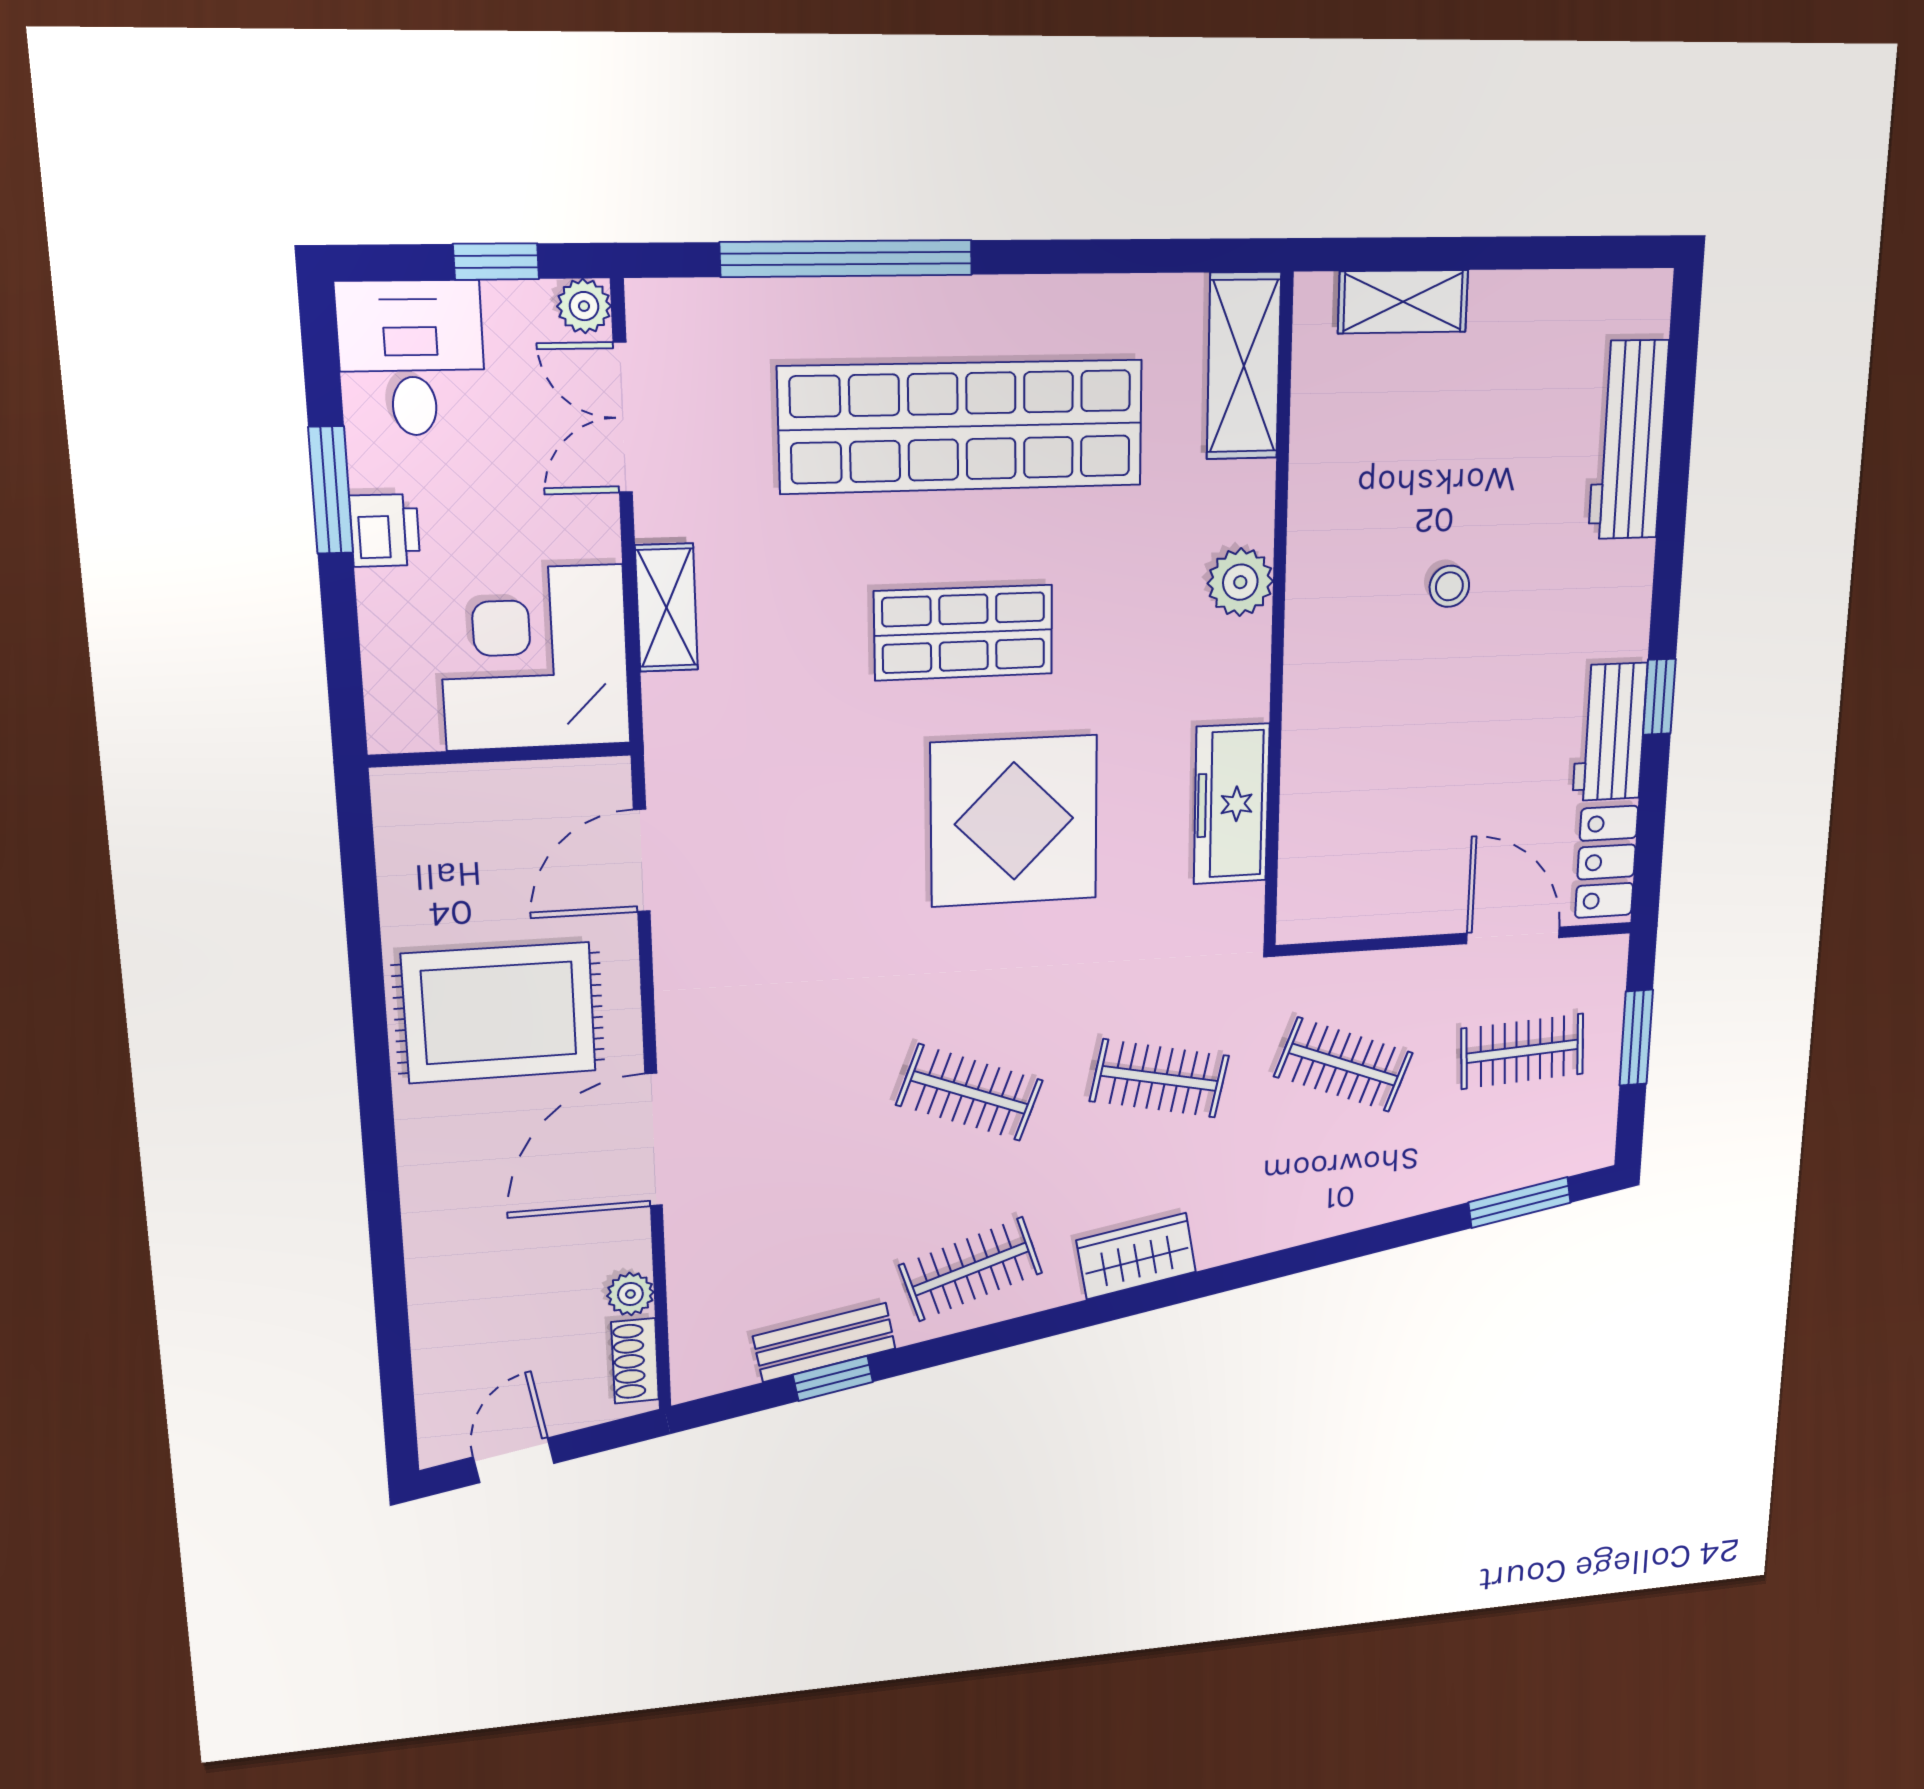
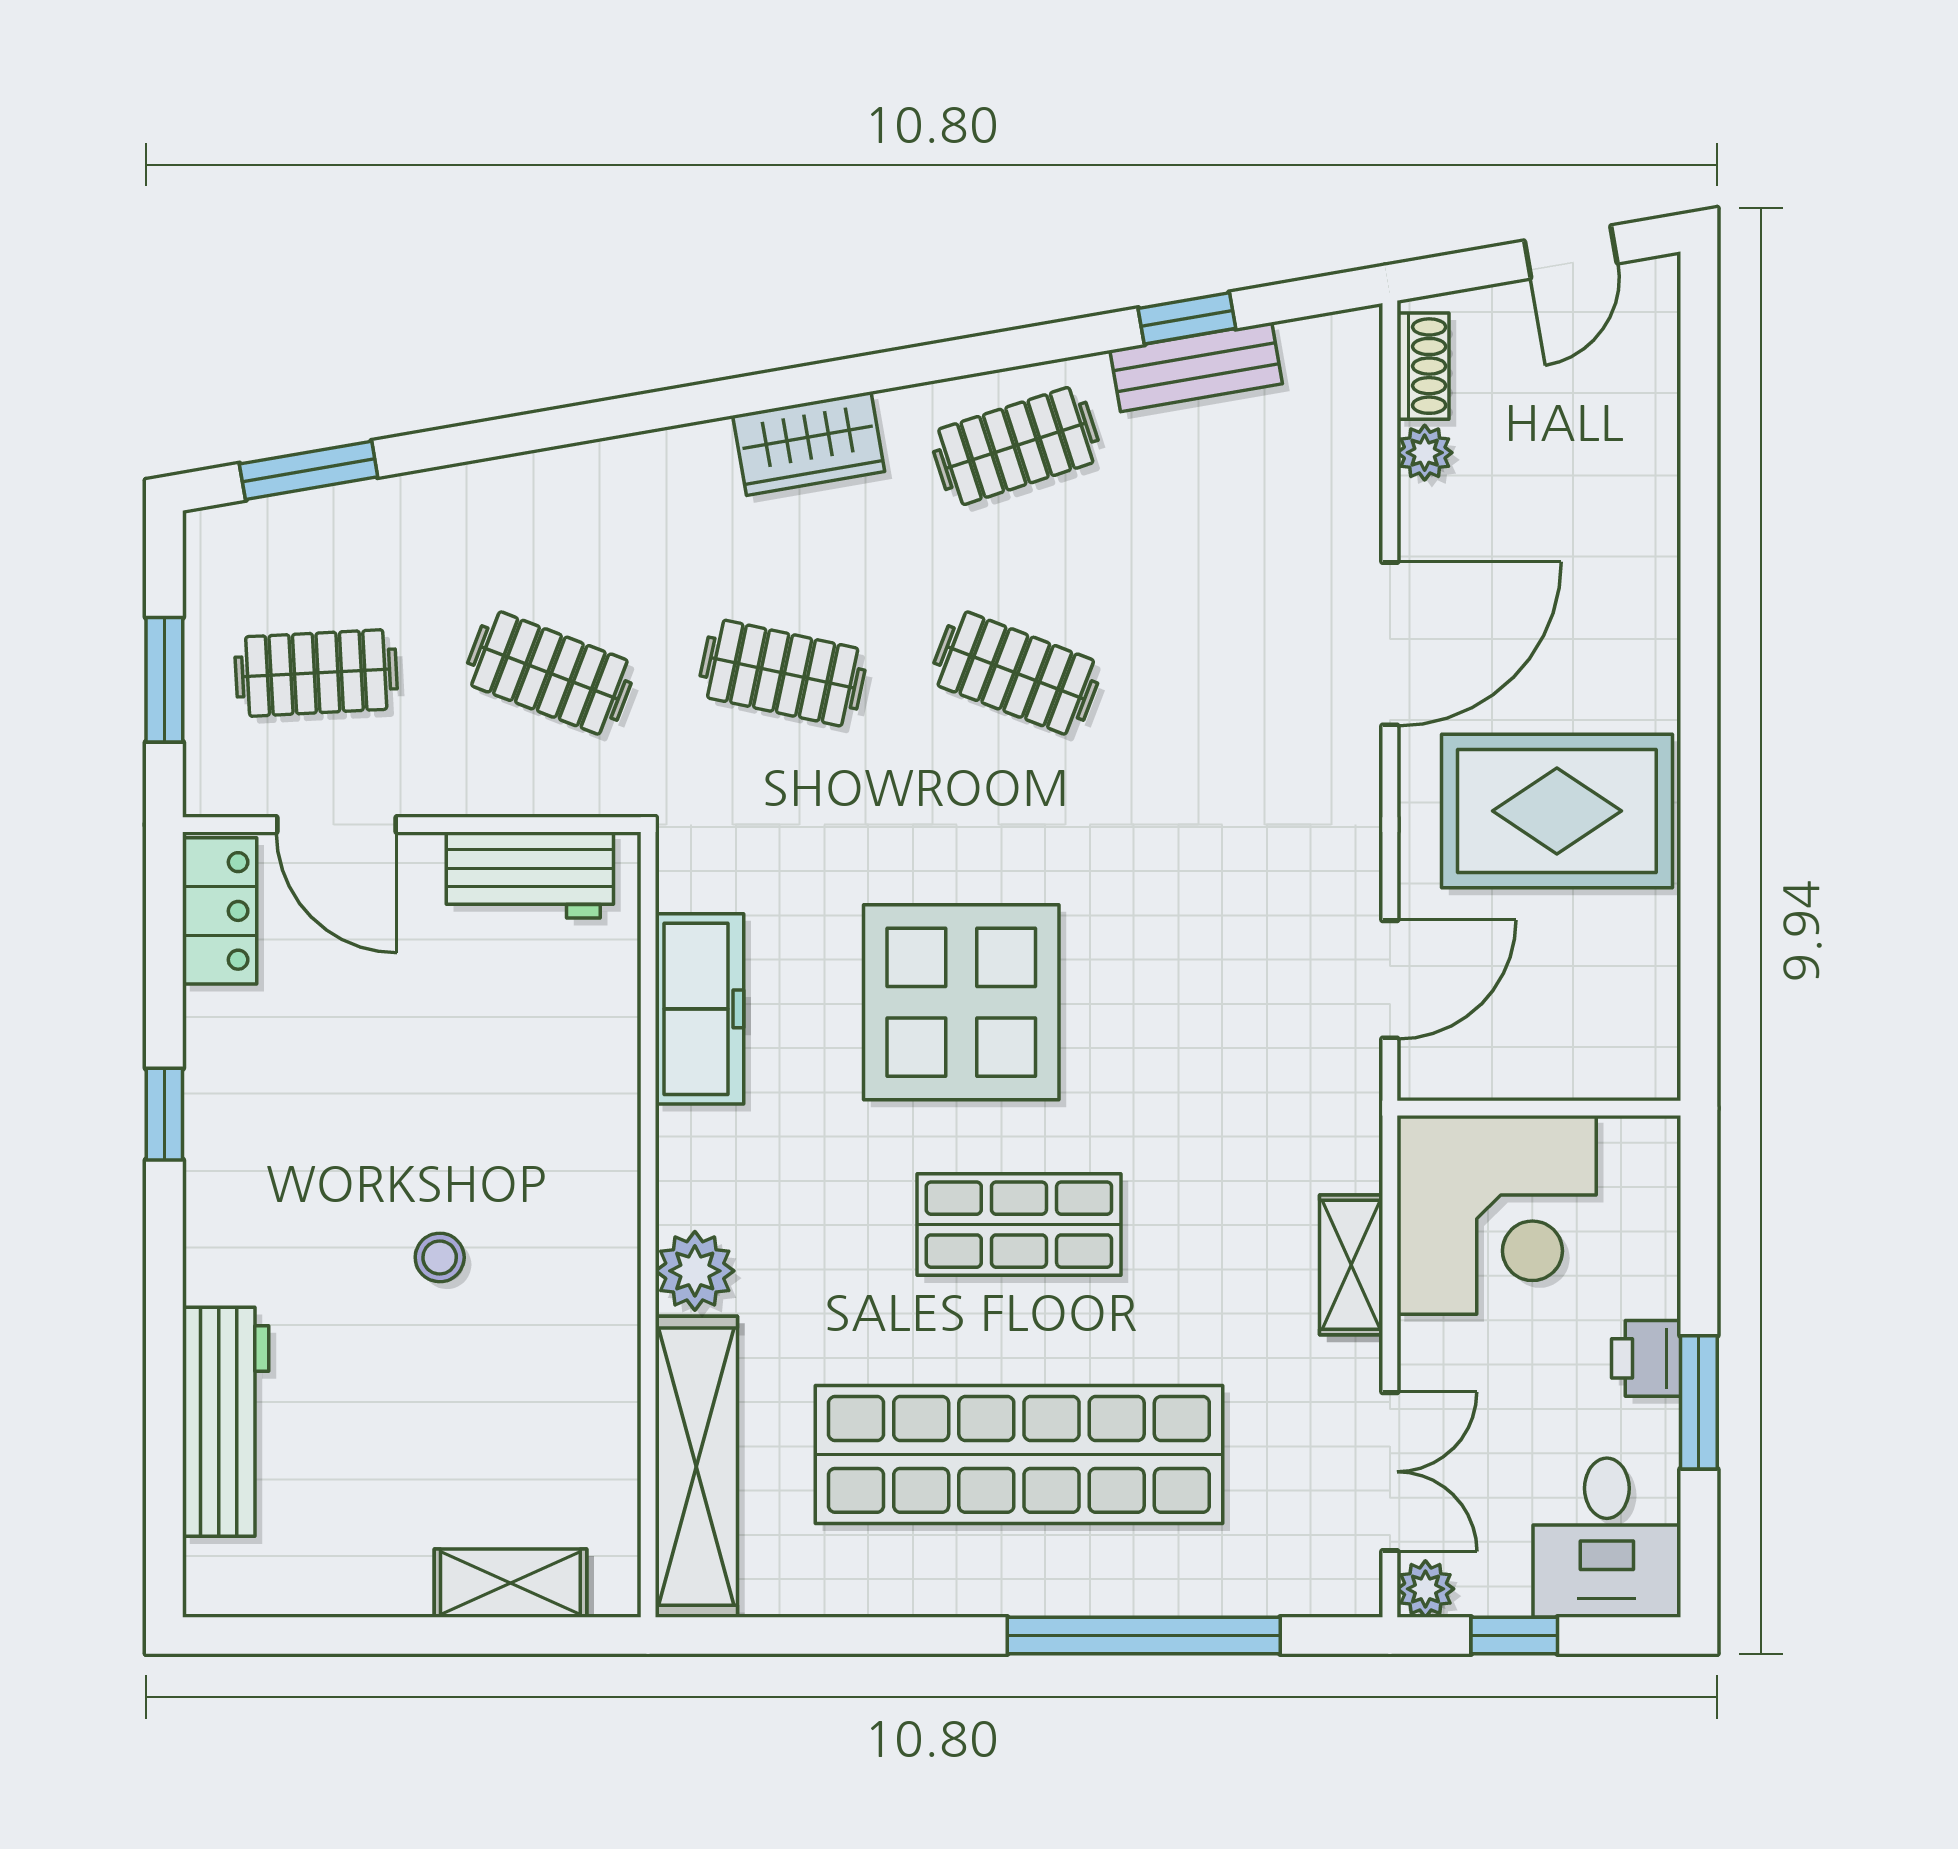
shelving: (1244, 366) -> (696, 1467), width x1.47
workbench: (1610, 732) -> (530, 875), moved, turned 90

